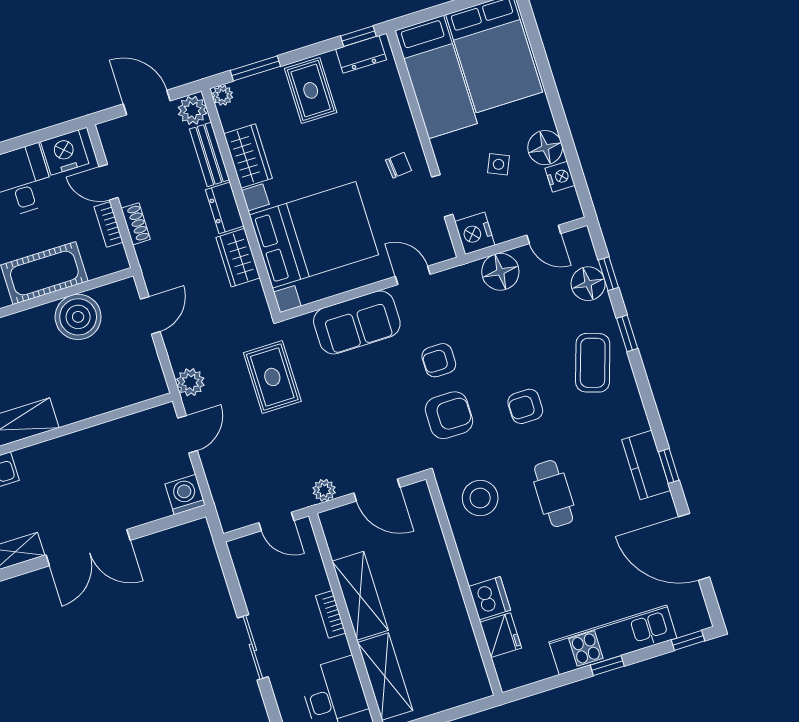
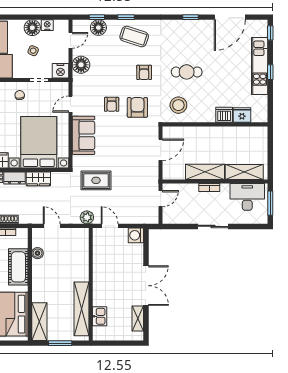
boiler: (78, 317) -> (37, 253), width x0.54, depth x0.54
kitchen counter: (646, 465) -> (187, 27), removed
plant: (324, 490) -> (153, 173), removed

